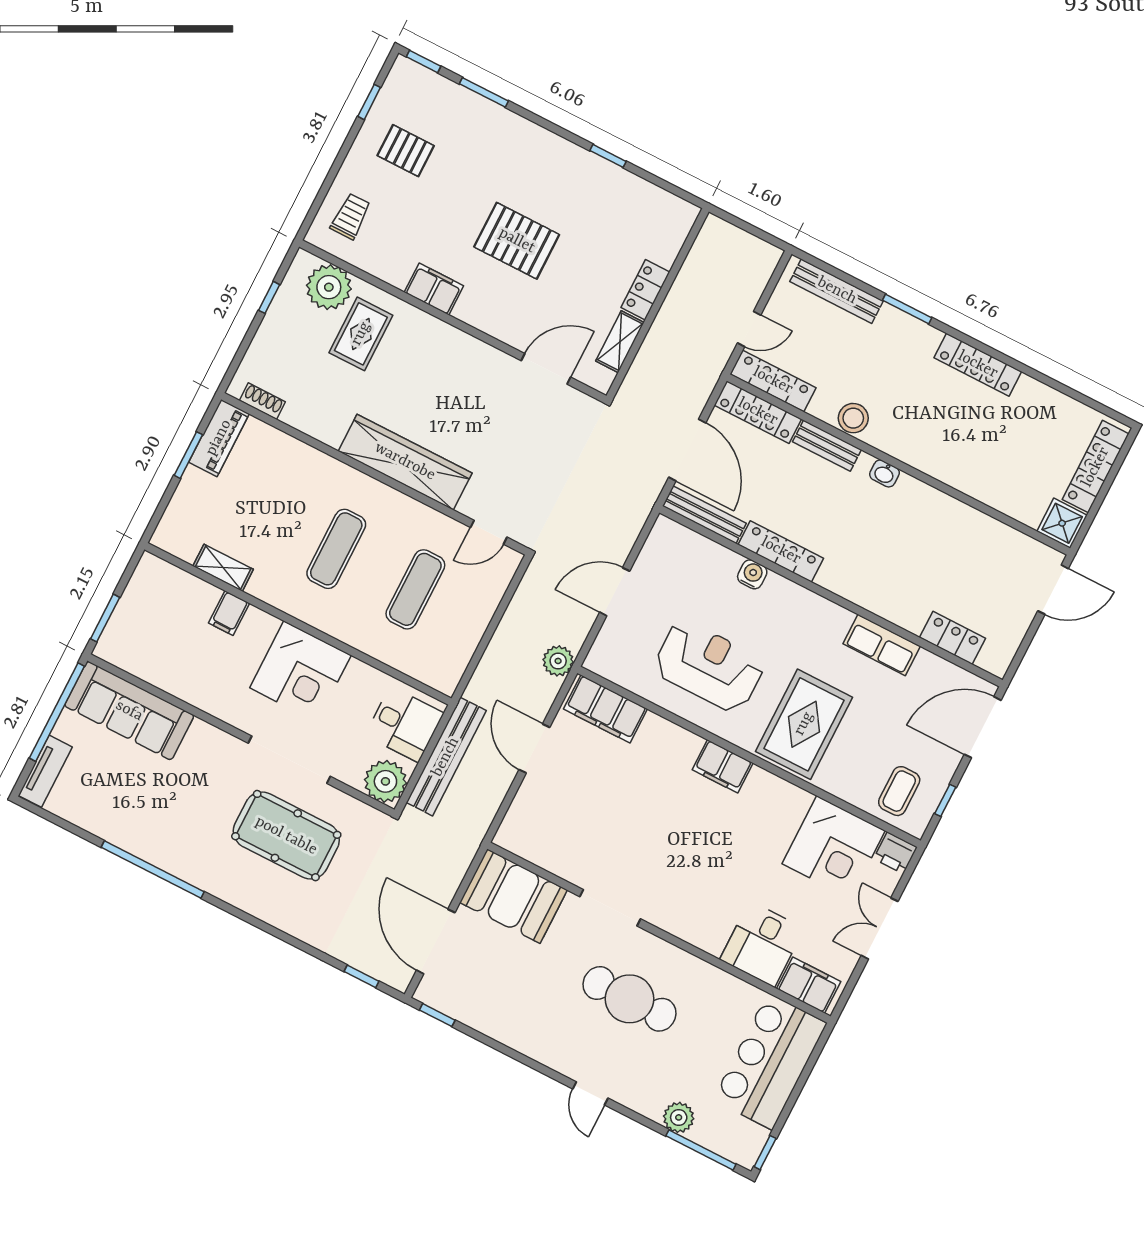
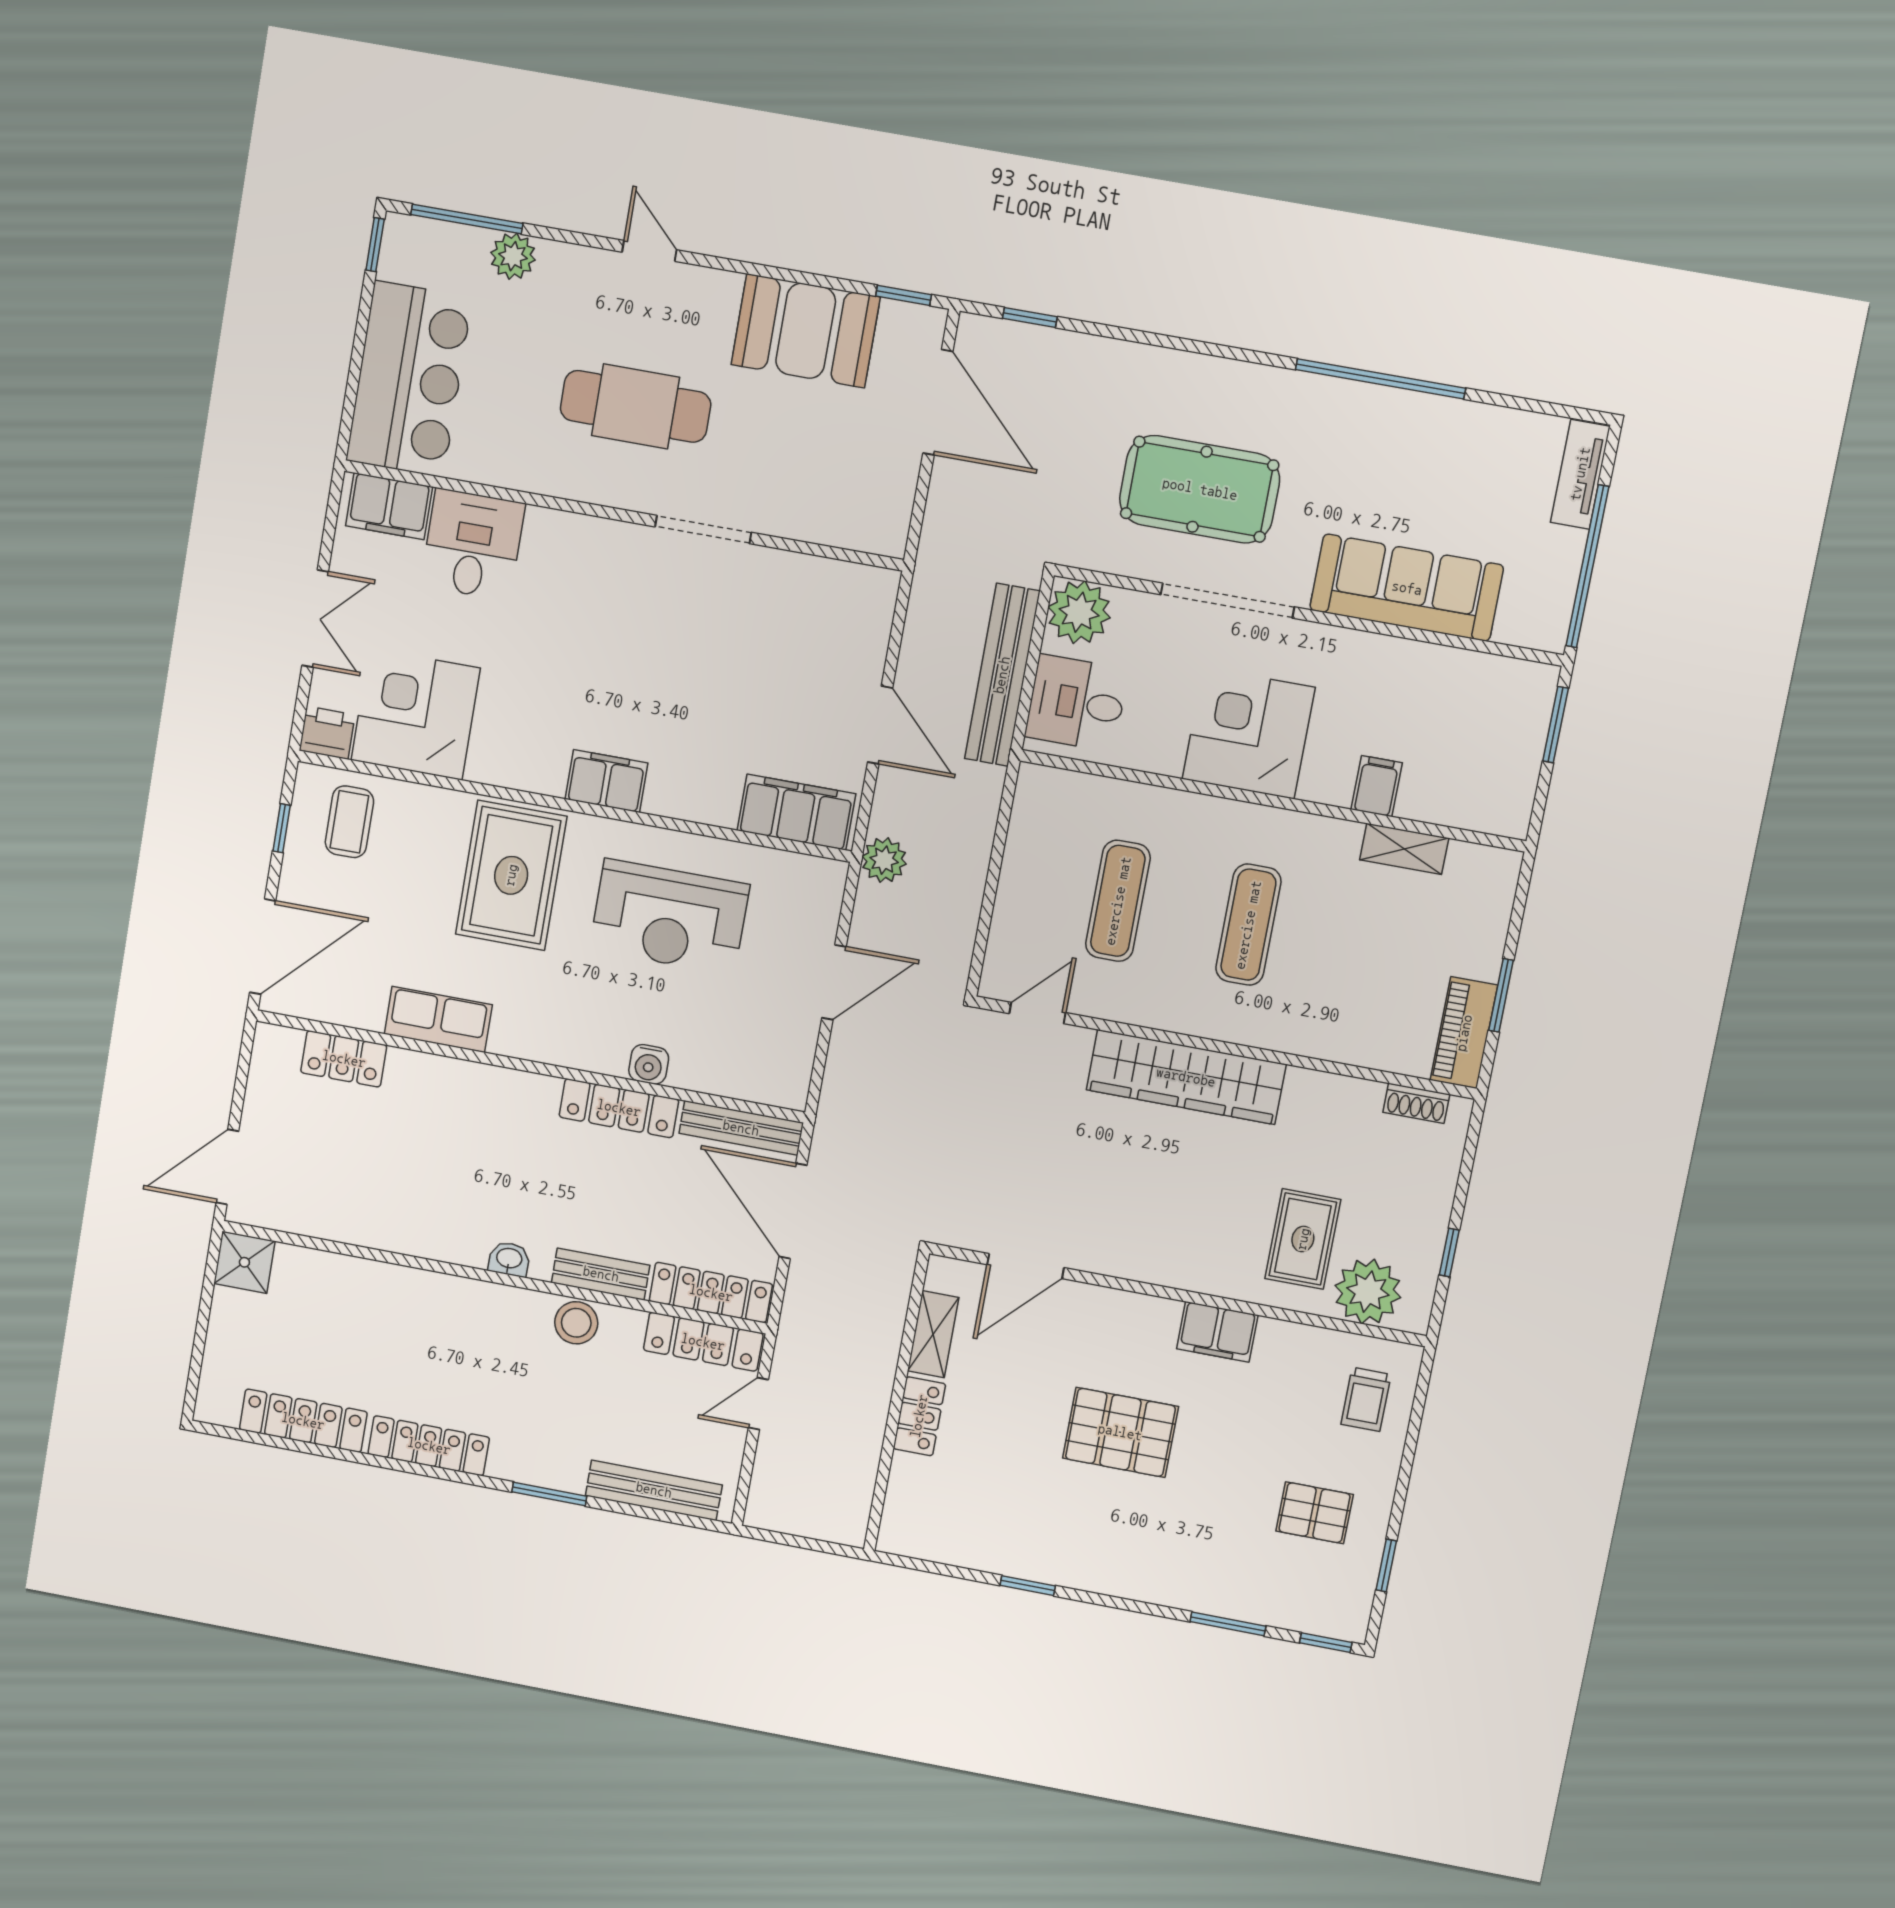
locker: (1096, 467) -> (303, 1421), moved, turned -90
sofa: (129, 711) -> (1407, 588), moved
booth: (513, 896) -> (806, 331), moved

